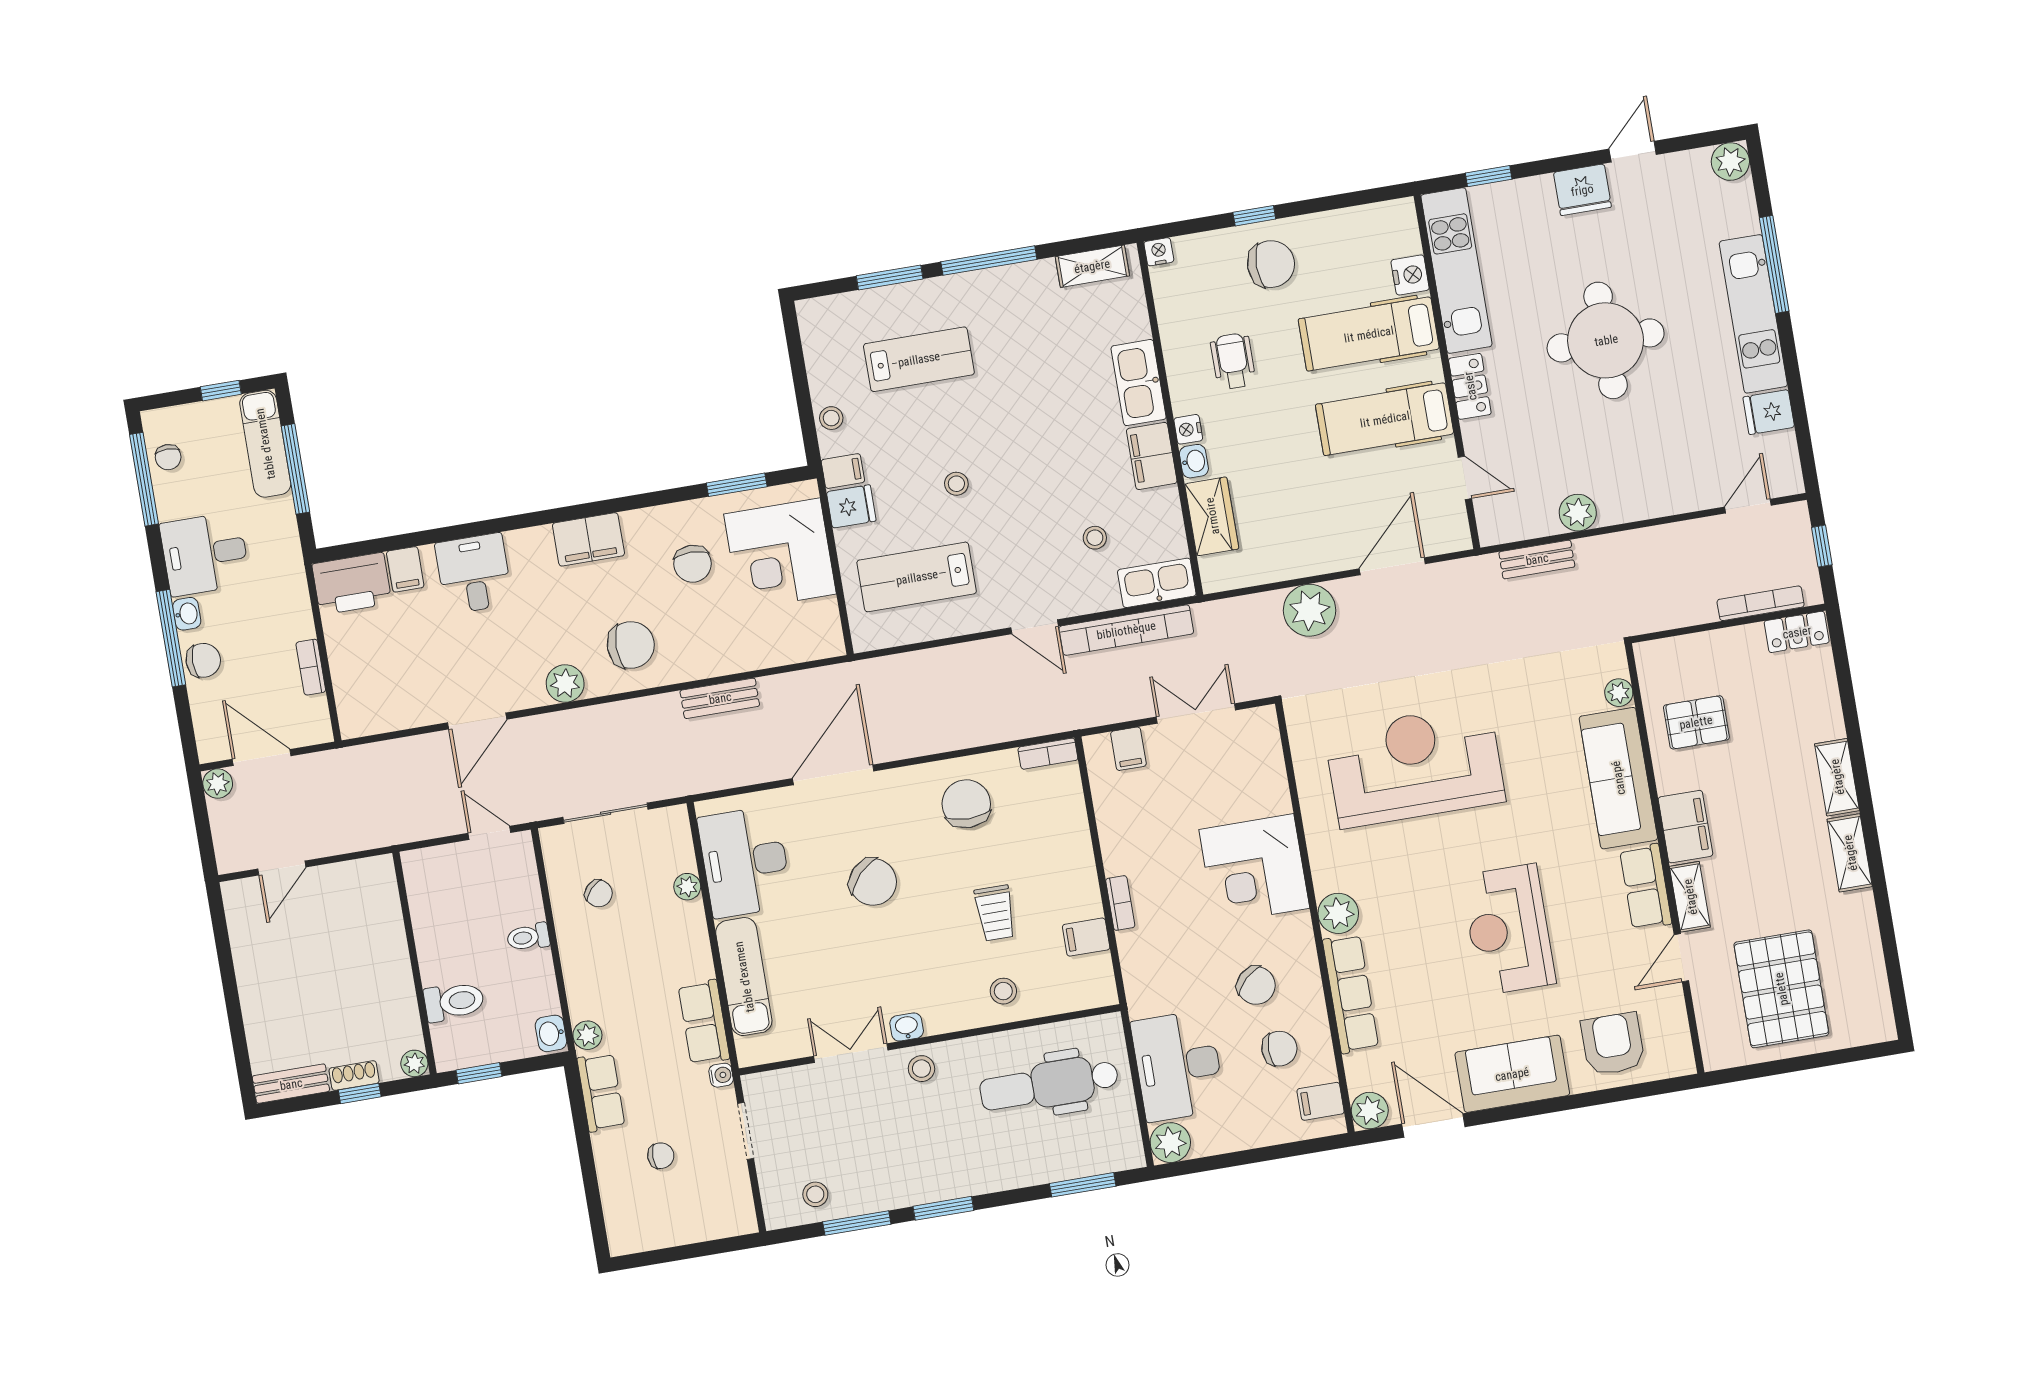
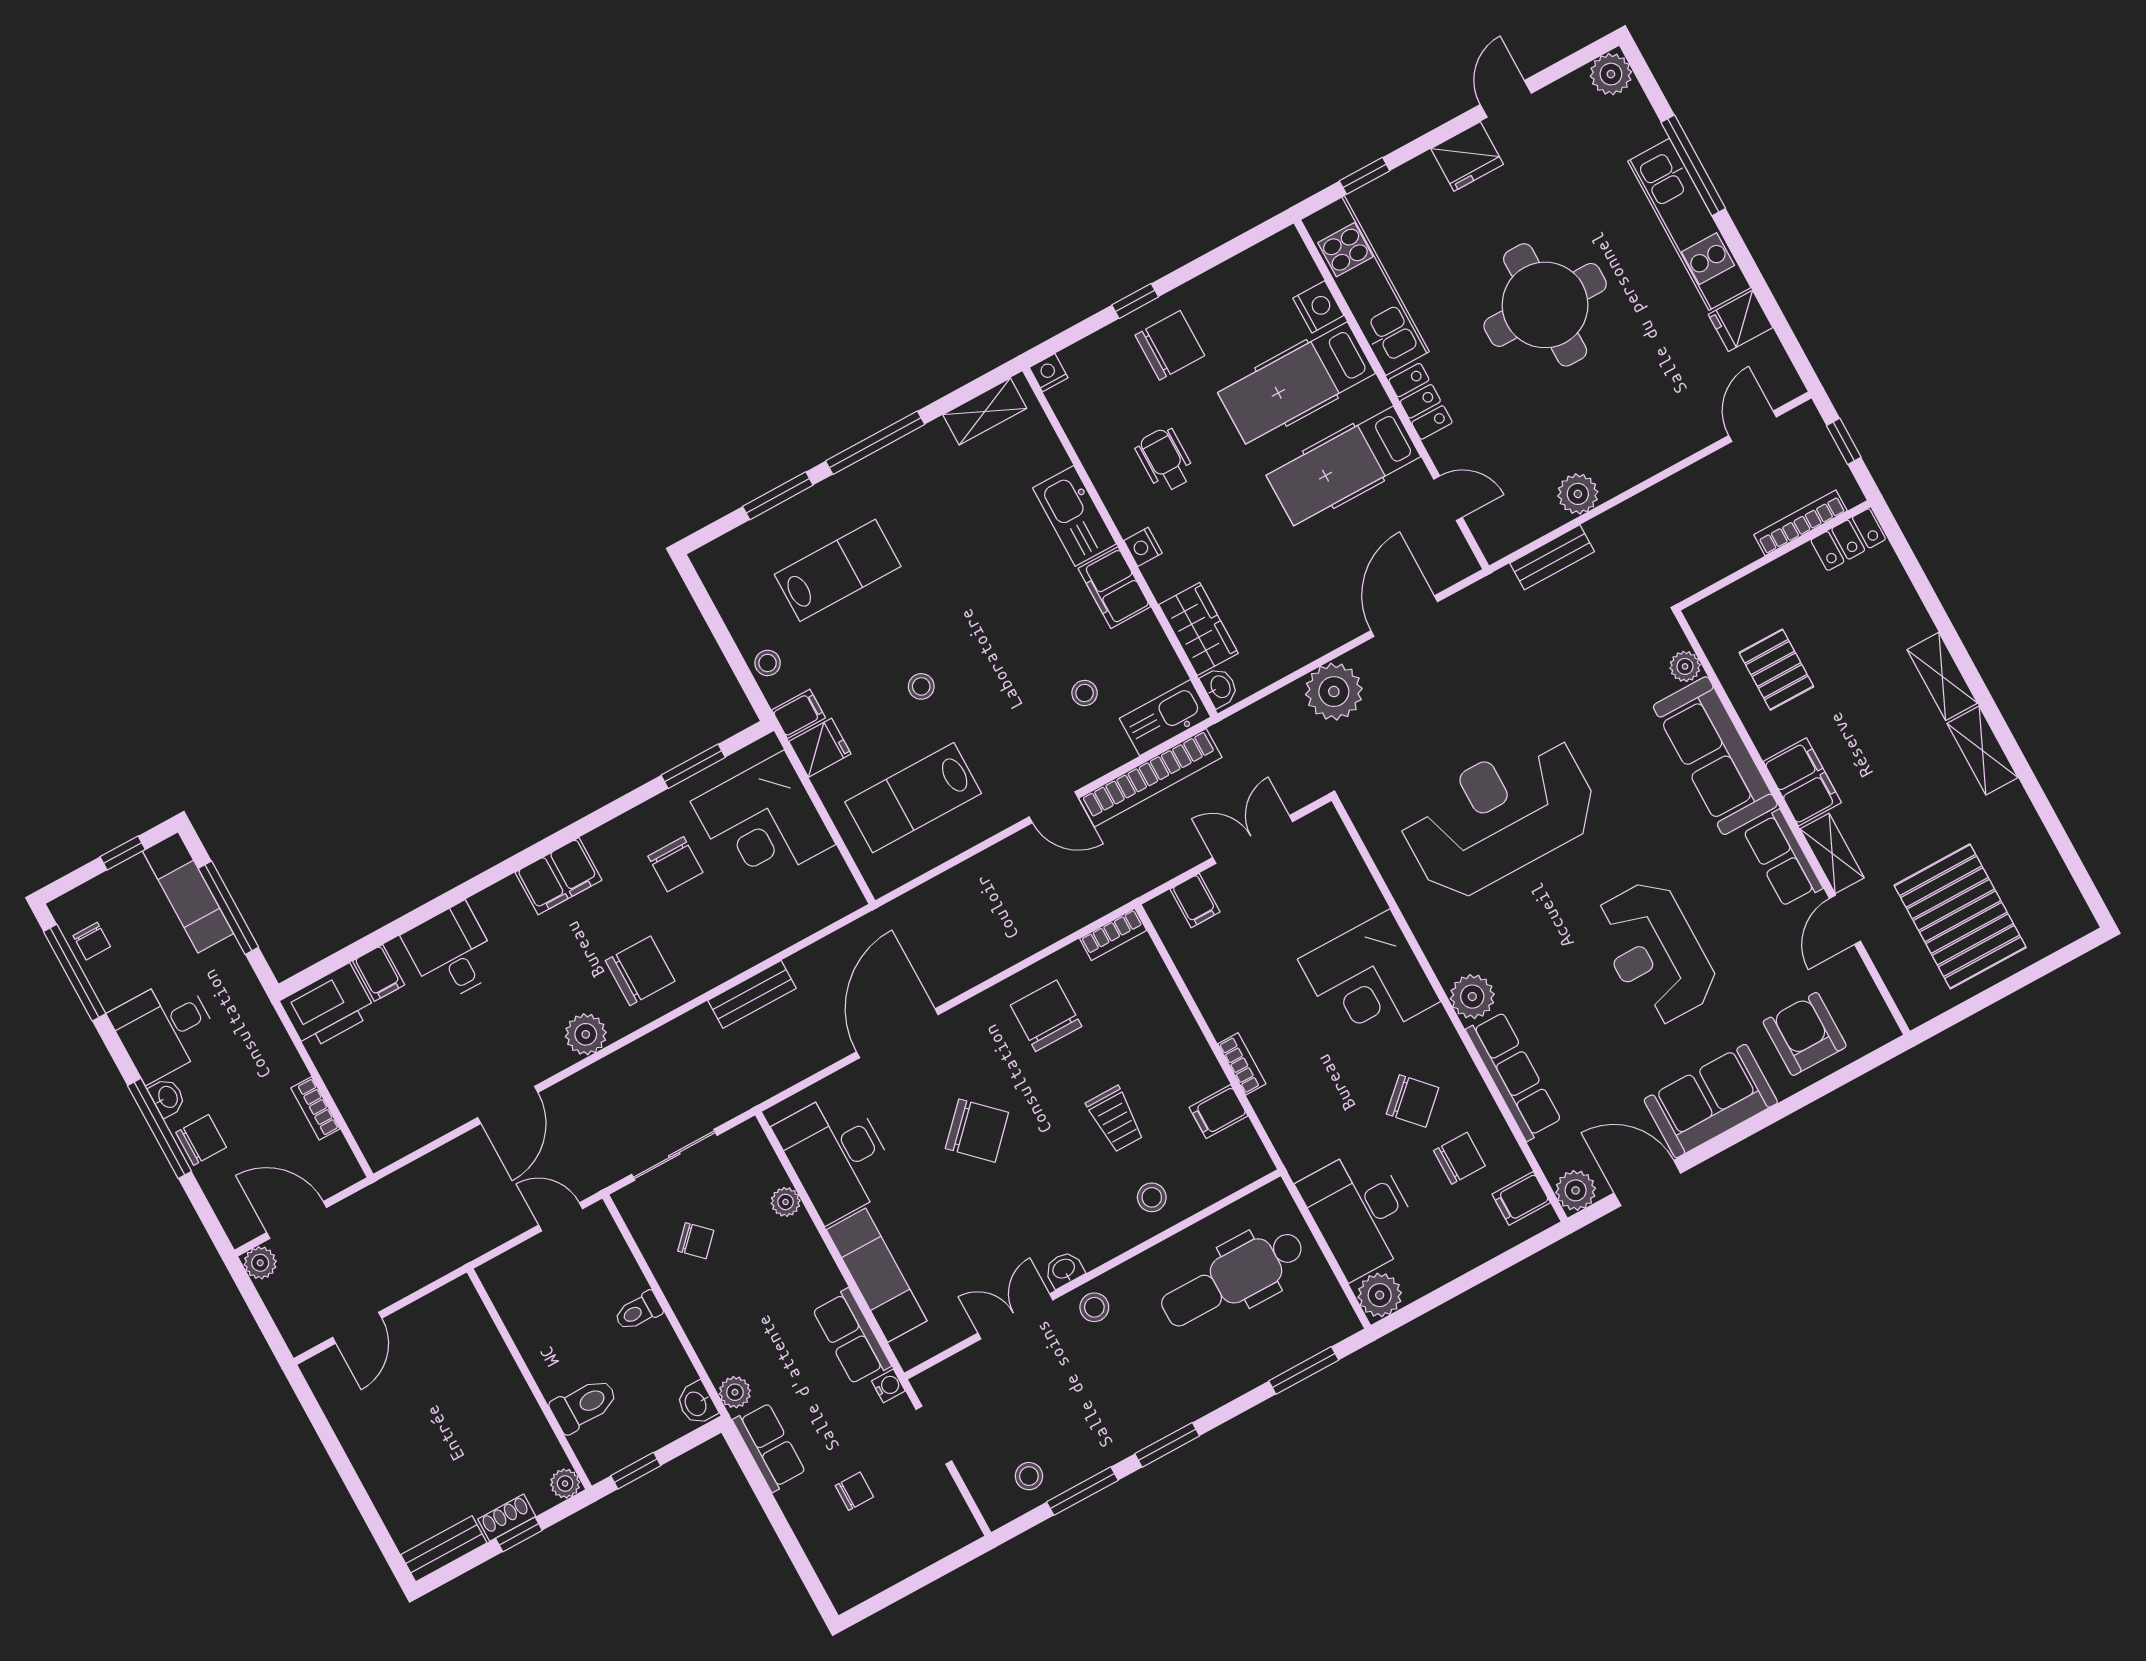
washbasin: (1194, 461) -> (1220, 687), moved
pallet: (1696, 722) -> (1776, 670), turned 90

